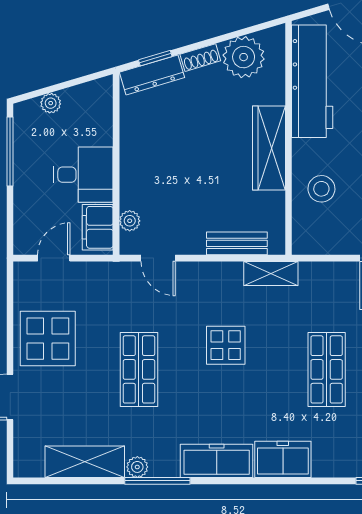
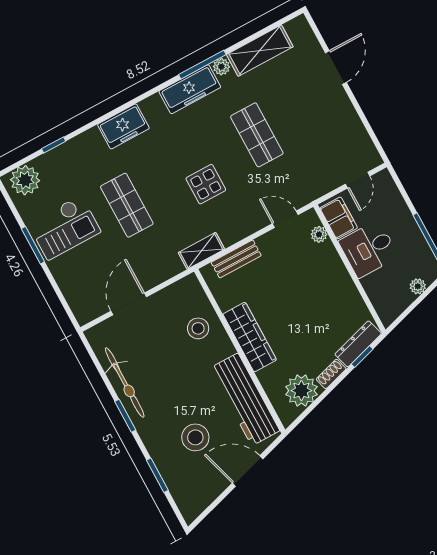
display table: (48, 339) -> (332, 122), removed
freezer: (217, 461) -> (190, 89), moved

